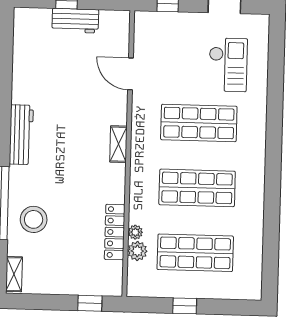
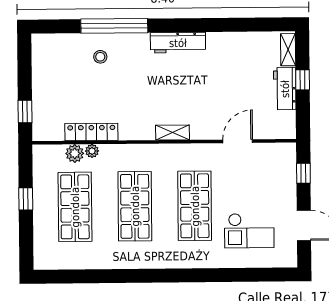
stool: (34, 219) -> (100, 57), width x0.53, depth x0.53
shelving: (14, 274) -> (288, 50), moved, turned 90

